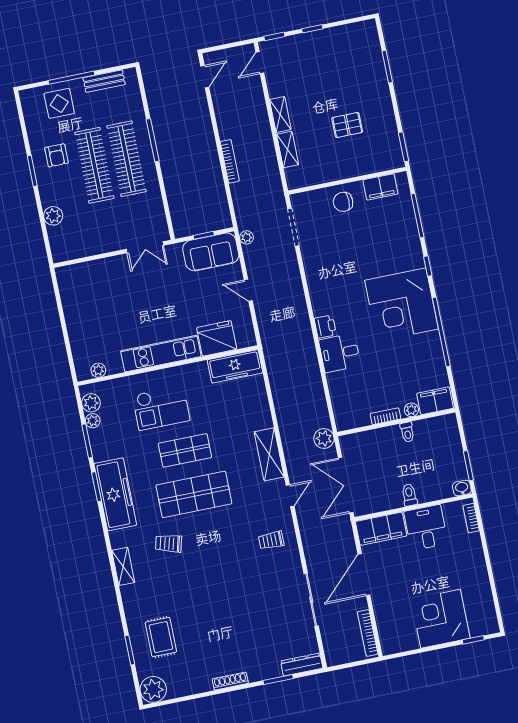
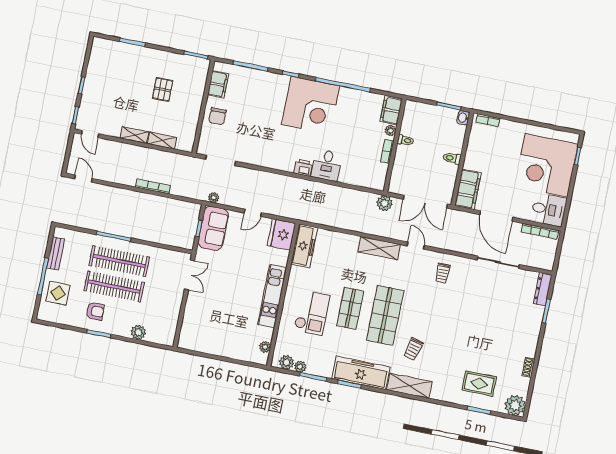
fridge: (217, 338) -> (281, 234), moved
desk: (426, 528) -> (549, 210), moved, turned 180
shelving: (123, 566) -> (409, 386), width x1.50, depth x1.33
corner desk: (440, 619) -> (546, 165), width x1.36, depth x1.36
shoe rack: (230, 681) -> (529, 367), moved, width x0.70

